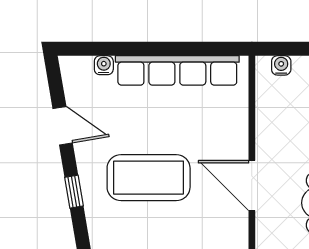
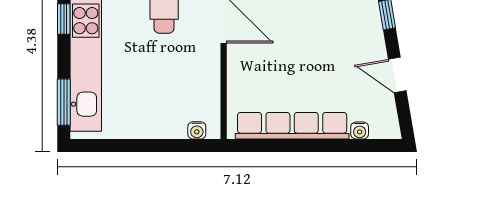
coffee table: (149, 178) -> (319, 27), removed

